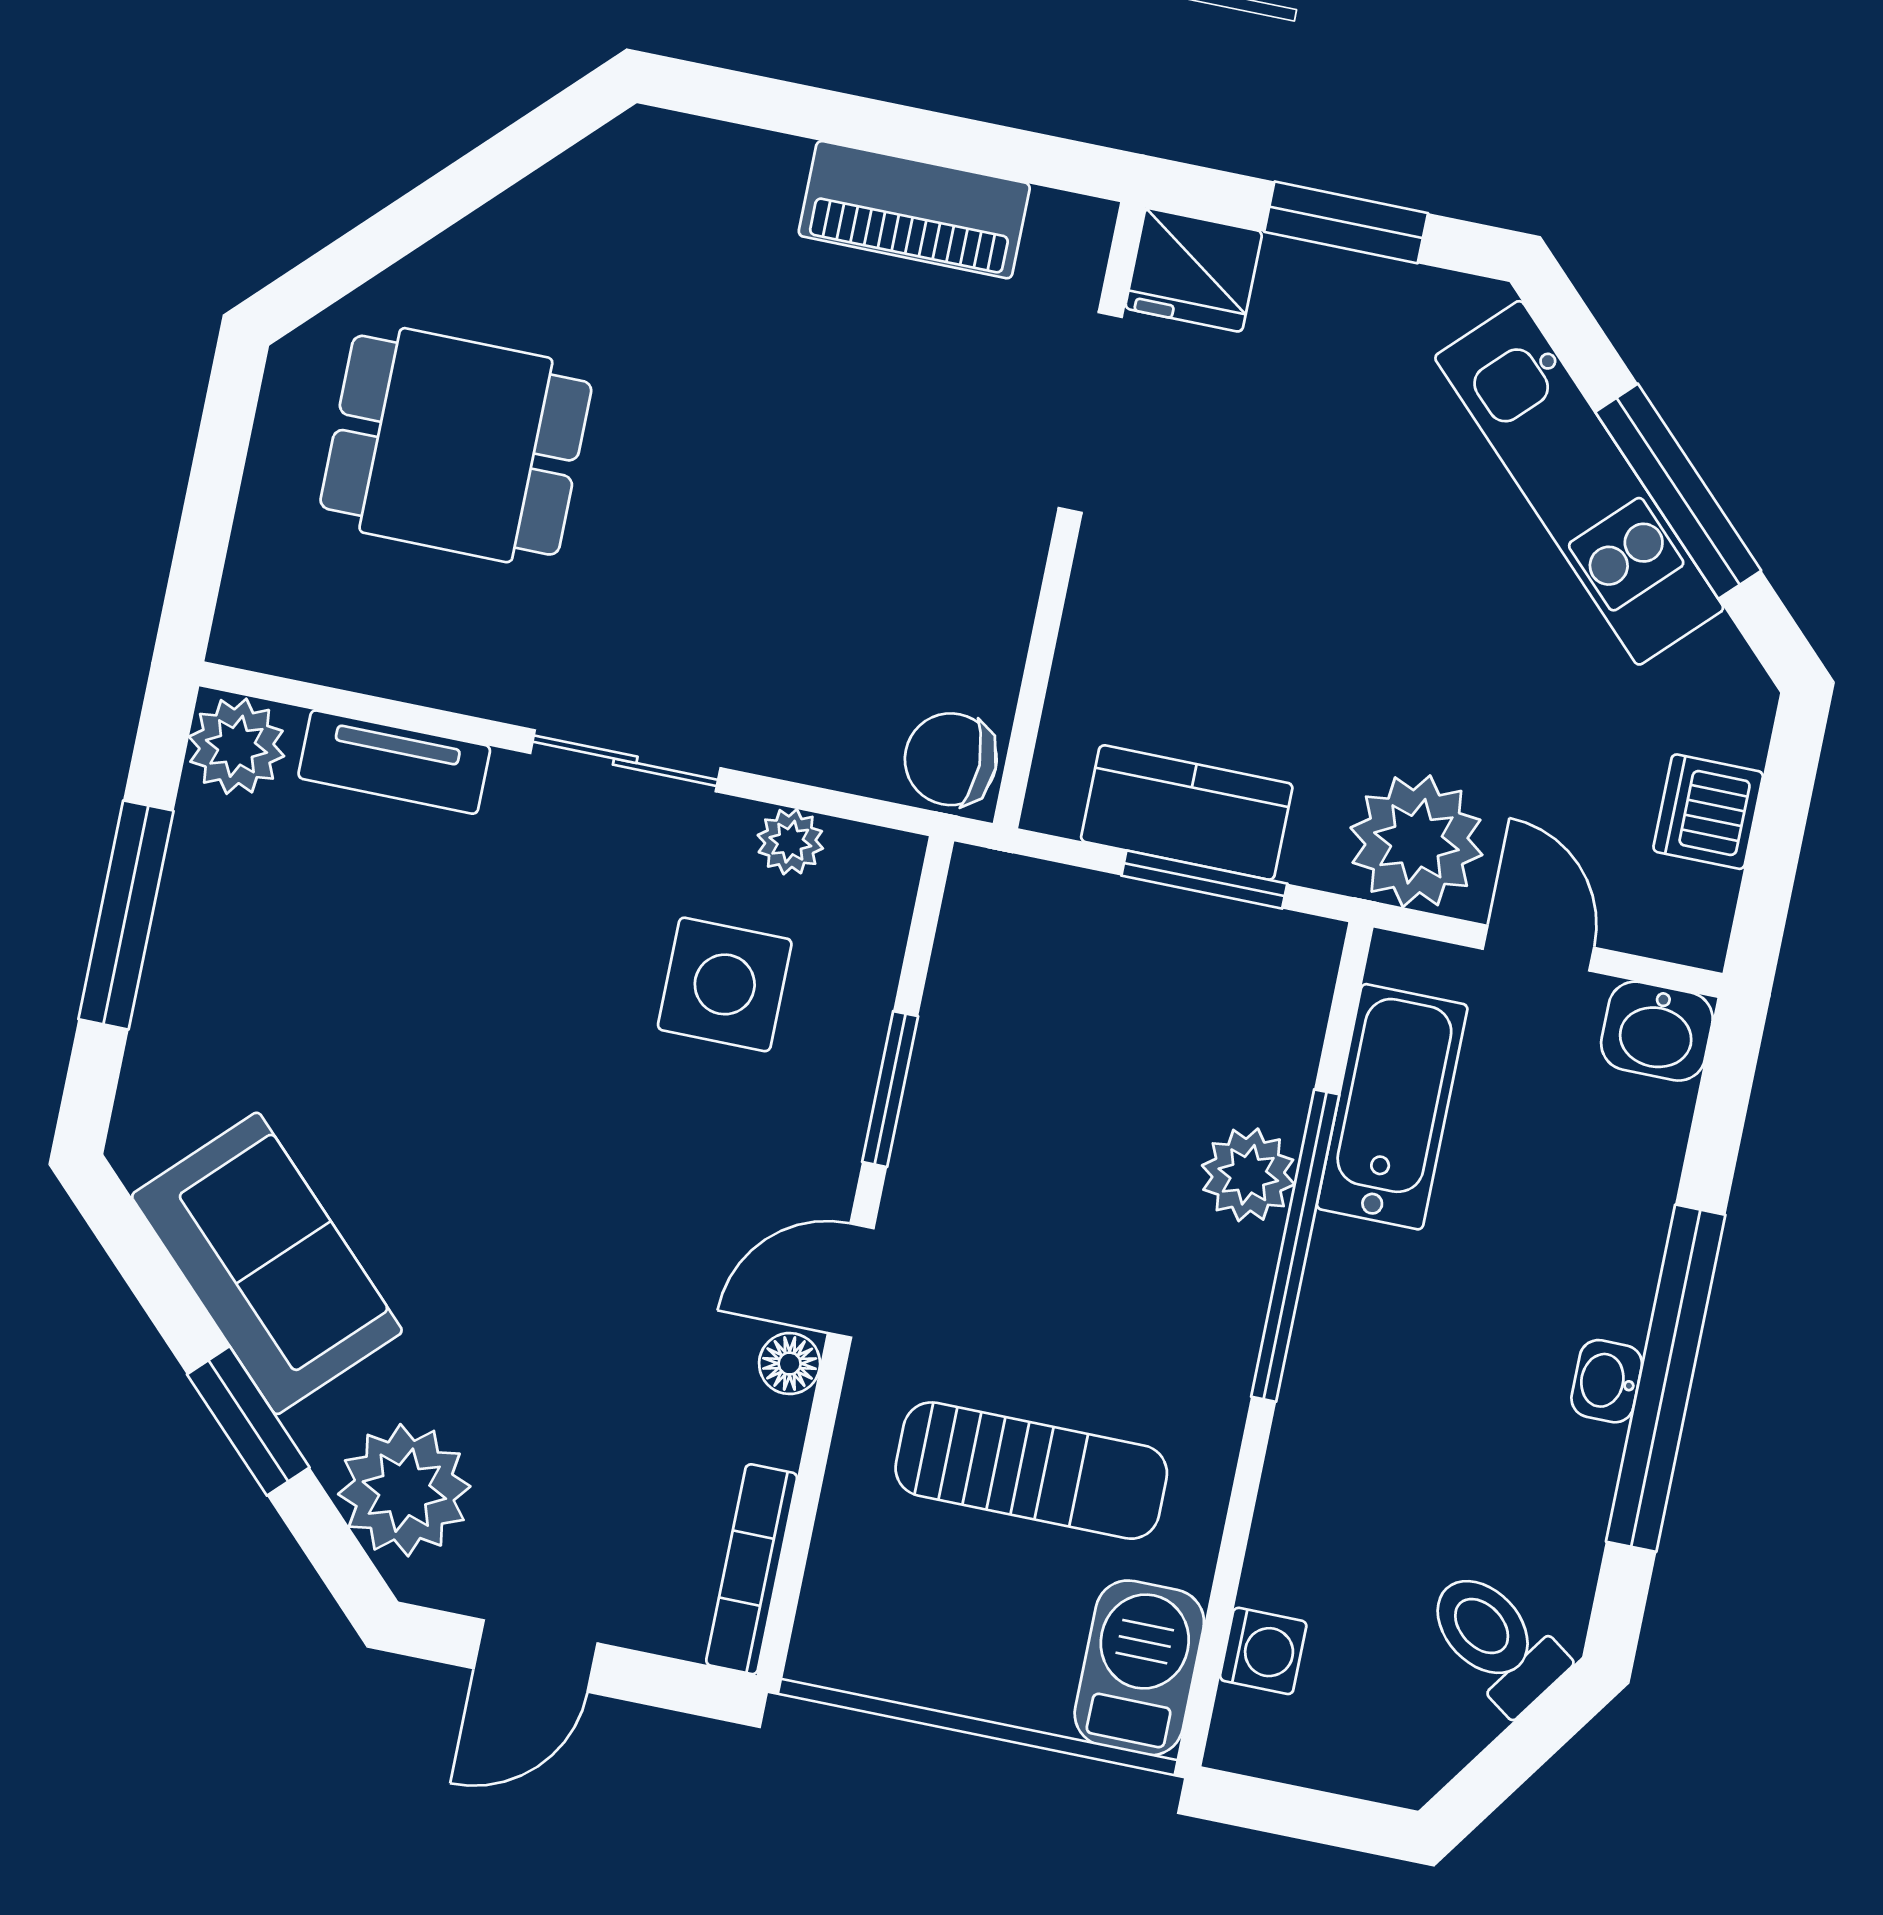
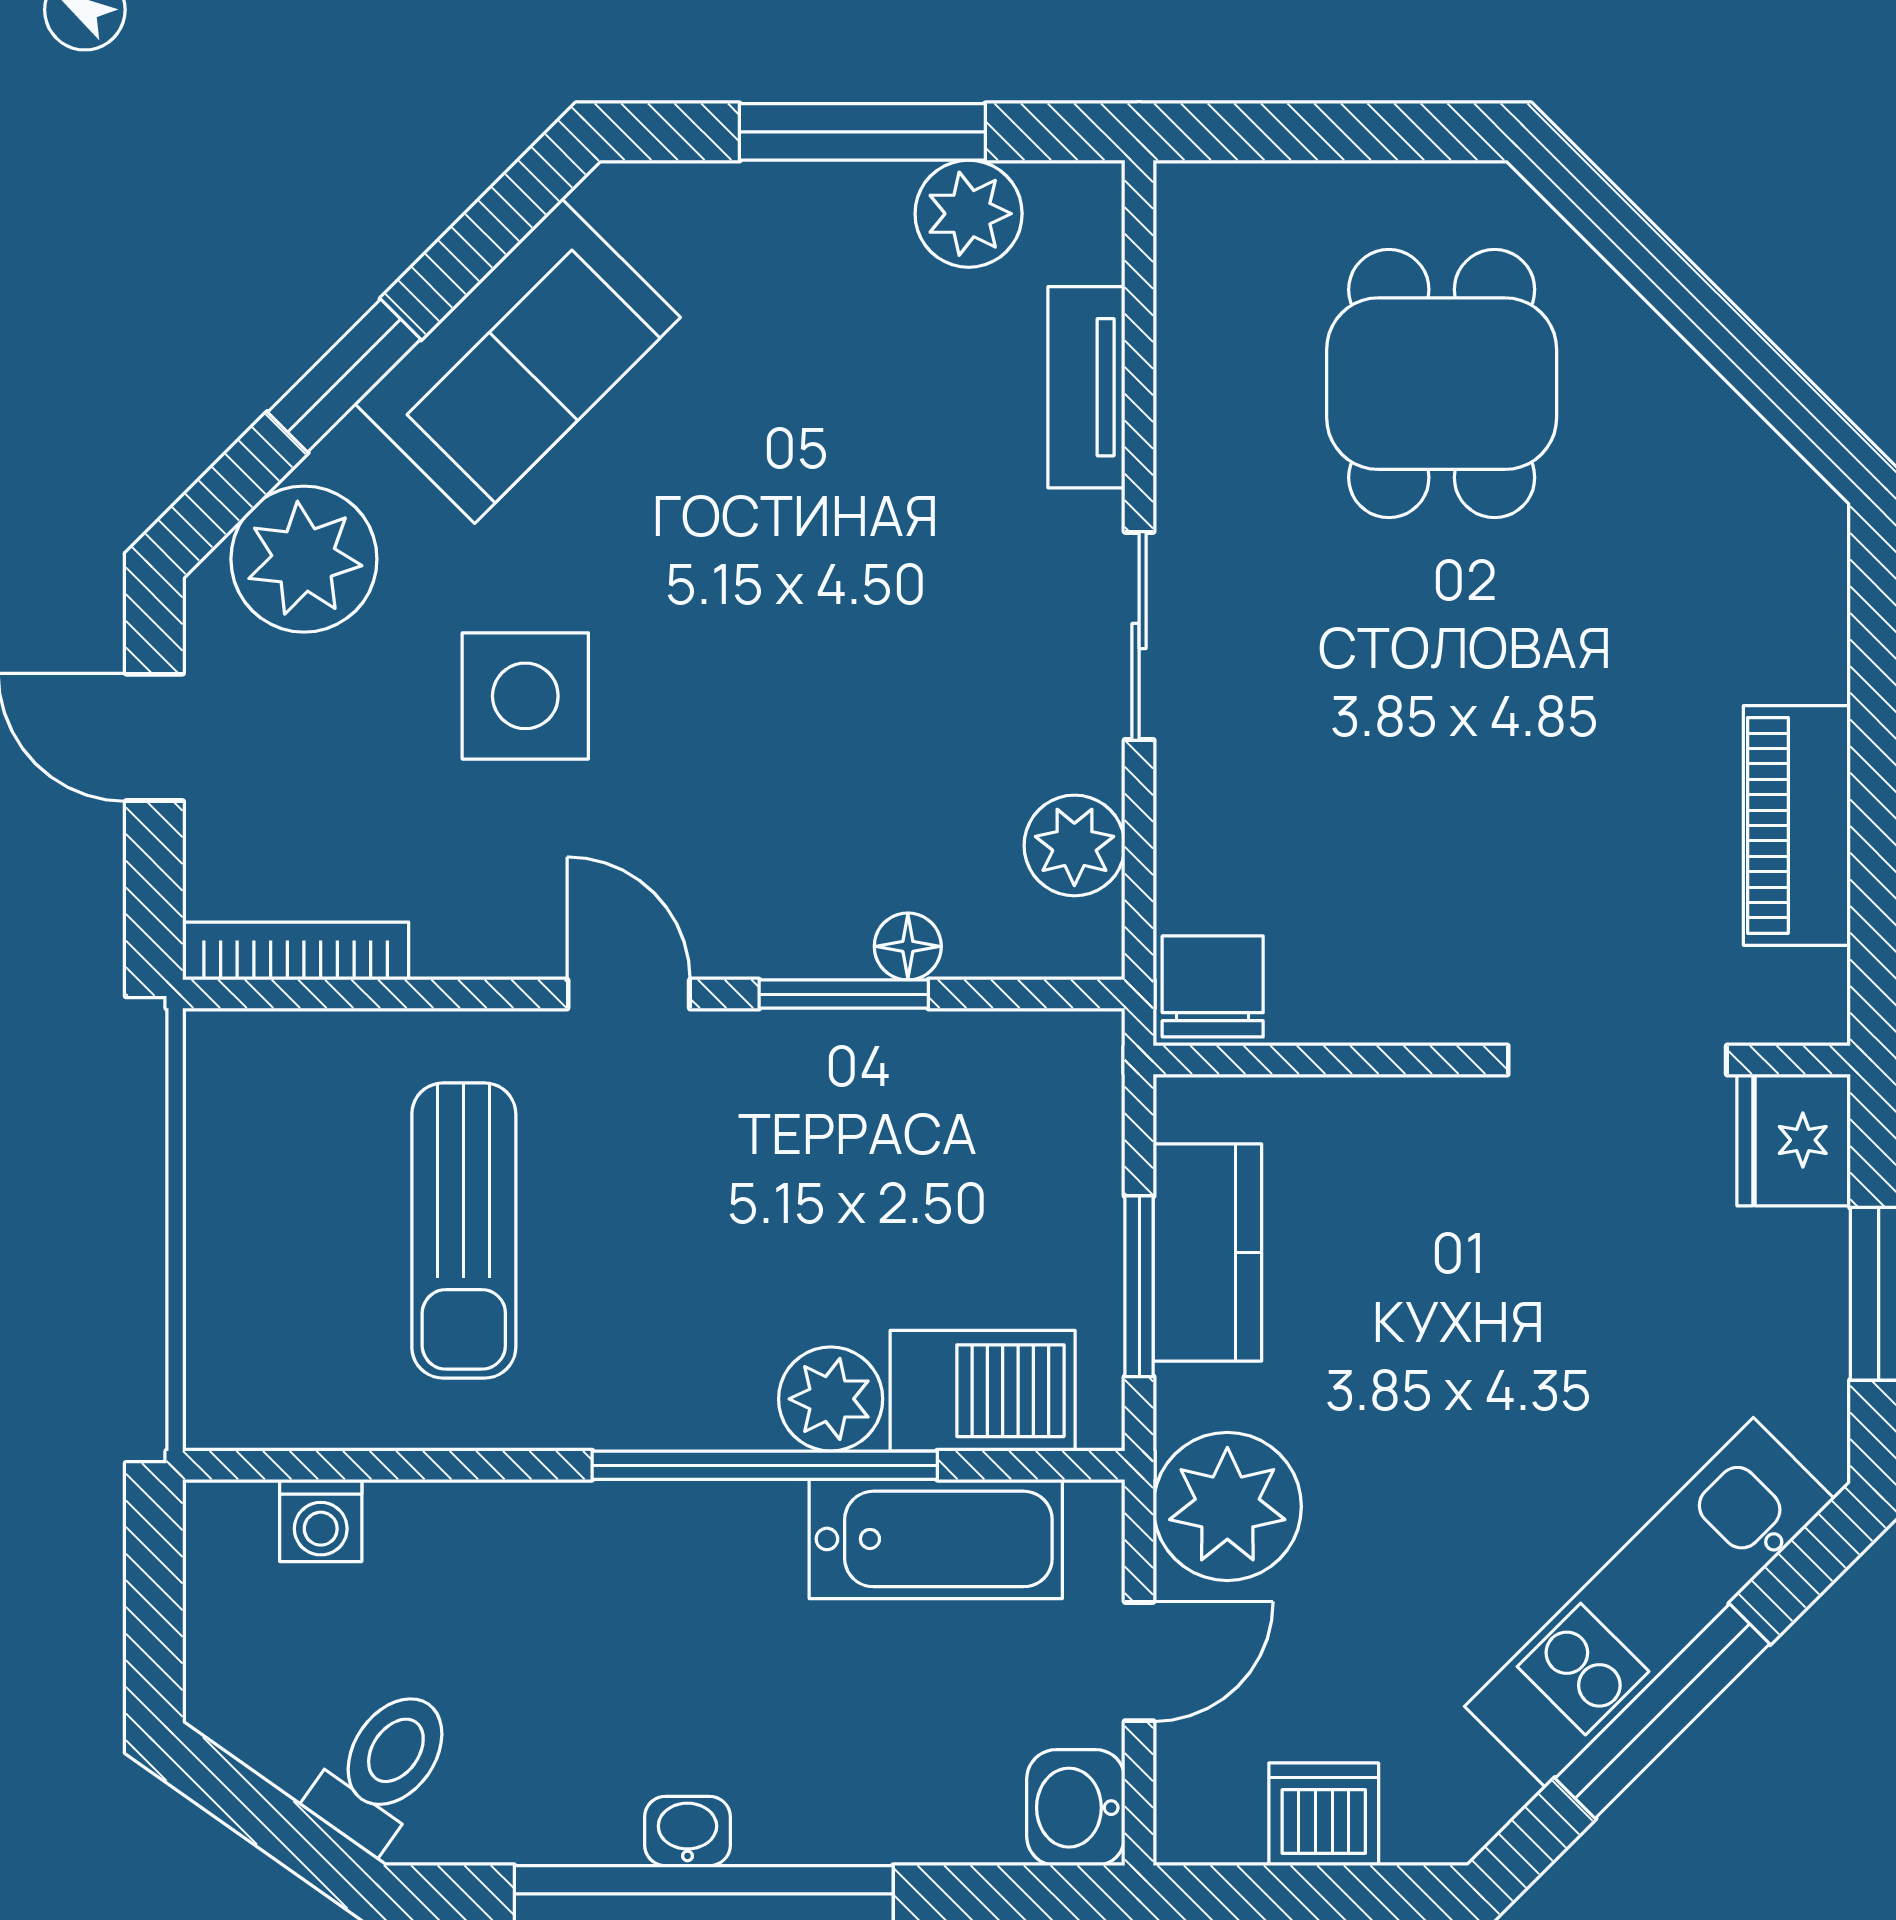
plant: (236, 746) -> (969, 214), moved
plant: (790, 842) -> (1074, 845), width x1.38, depth x1.38
side table: (725, 984) -> (525, 696), moved
floor lamp: (790, 1364) -> (908, 946), moved
barbecue: (1139, 1668) -> (983, 1391), moved

